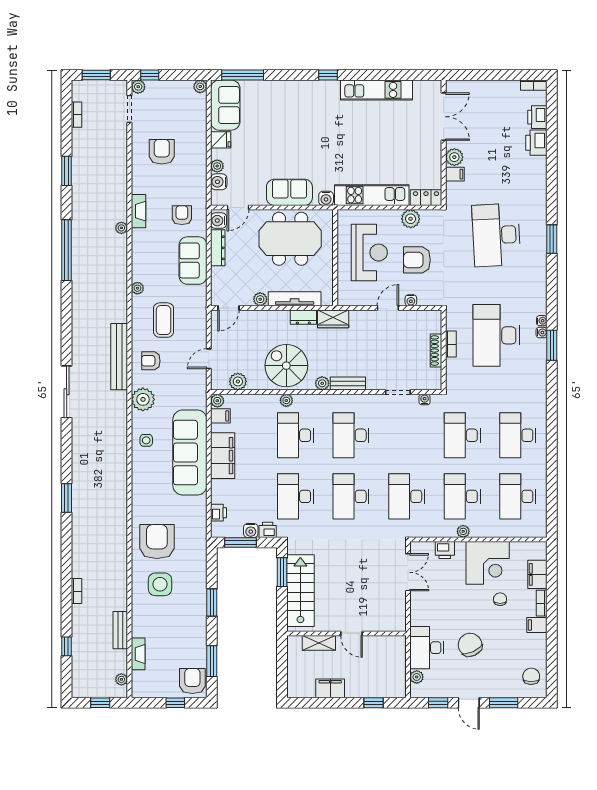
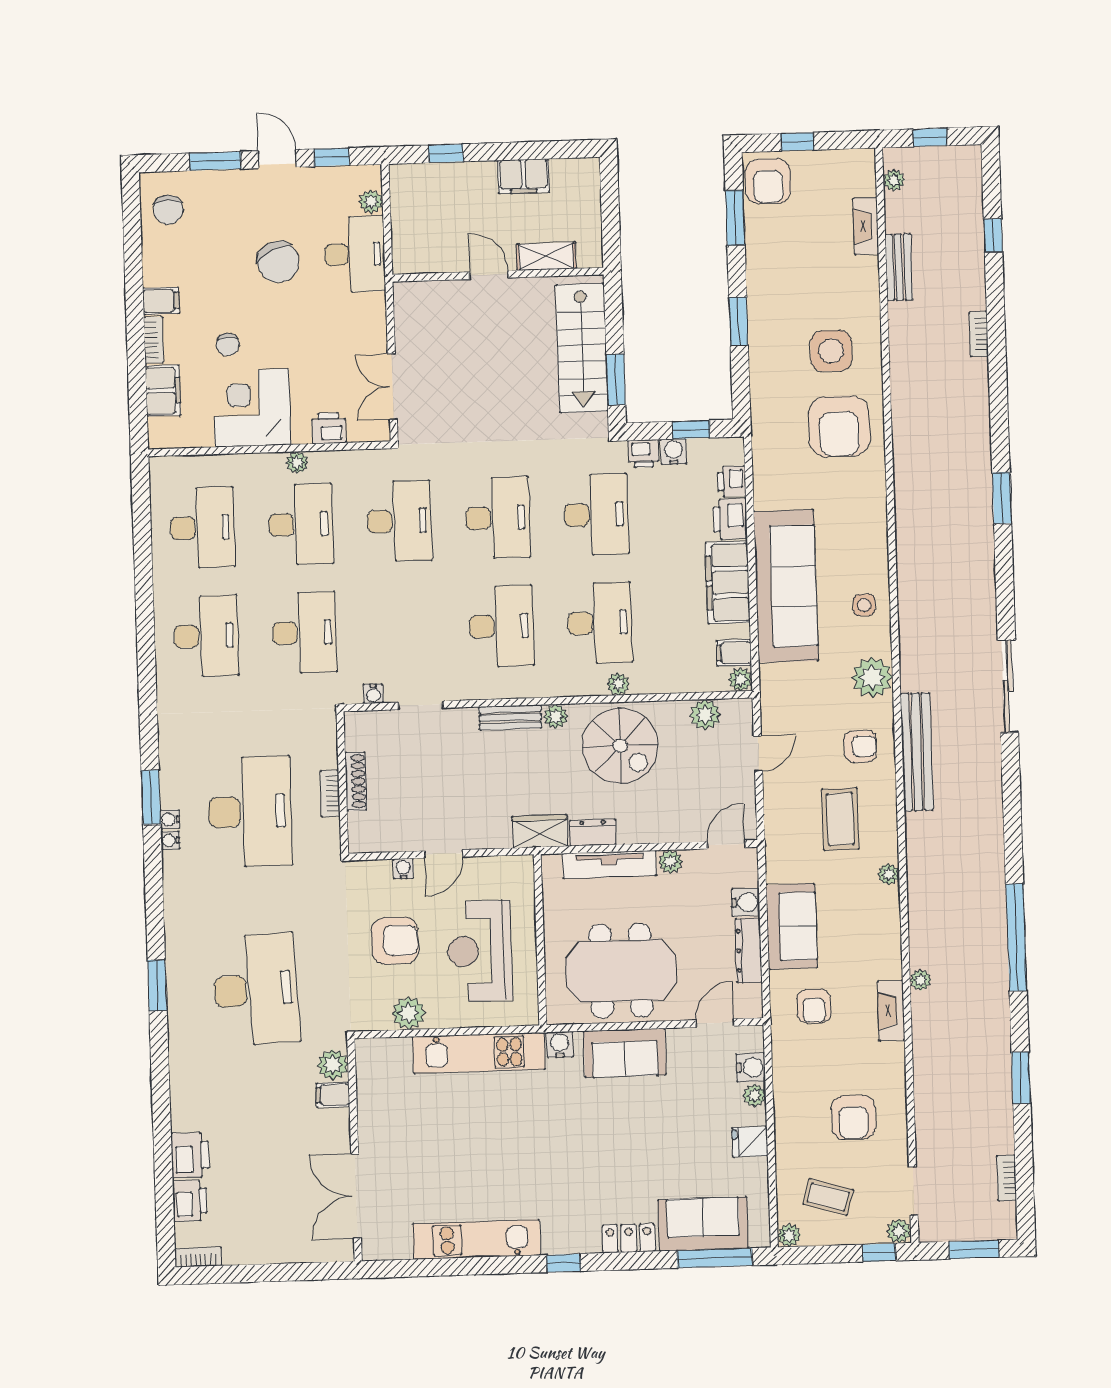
sofa: (225, 105) -> (703, 1224), moved, turned 90
coffee table: (177, 107) -> (828, 1197), added
plant: (454, 157) -> (333, 1065), moved
locker: (426, 198) -> (629, 1238), moved, turned 180
water cooler: (219, 221) -> (746, 902), moved
printer: (220, 491) -> (730, 519), added
window: (241, 542) -> (691, 430), width x0.67

